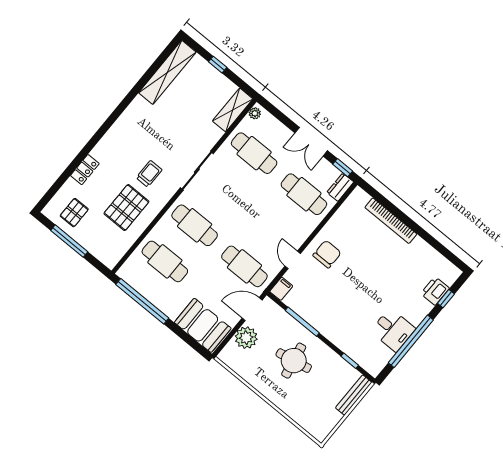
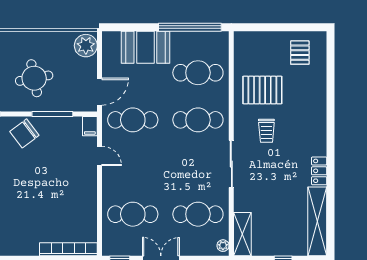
locker: (85, 170) -> (319, 171), moved
dresser: (340, 187) -> (109, 243), removed
pallet: (126, 208) -> (262, 90), turned 90
bookcase: (391, 221) -> (68, 249), moved
window: (69, 241) -> (285, 27), removed
chair: (327, 254) -> (24, 133), moved, turned 53
booth: (203, 325) -> (145, 47), moved
plant: (246, 338) -> (86, 46), moved

